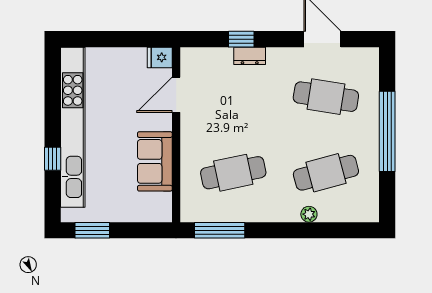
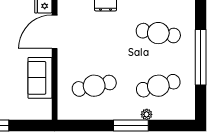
door: (176, 95) -> (55, 32), width x1.36
window: (220, 230) -> (131, 125), moved

